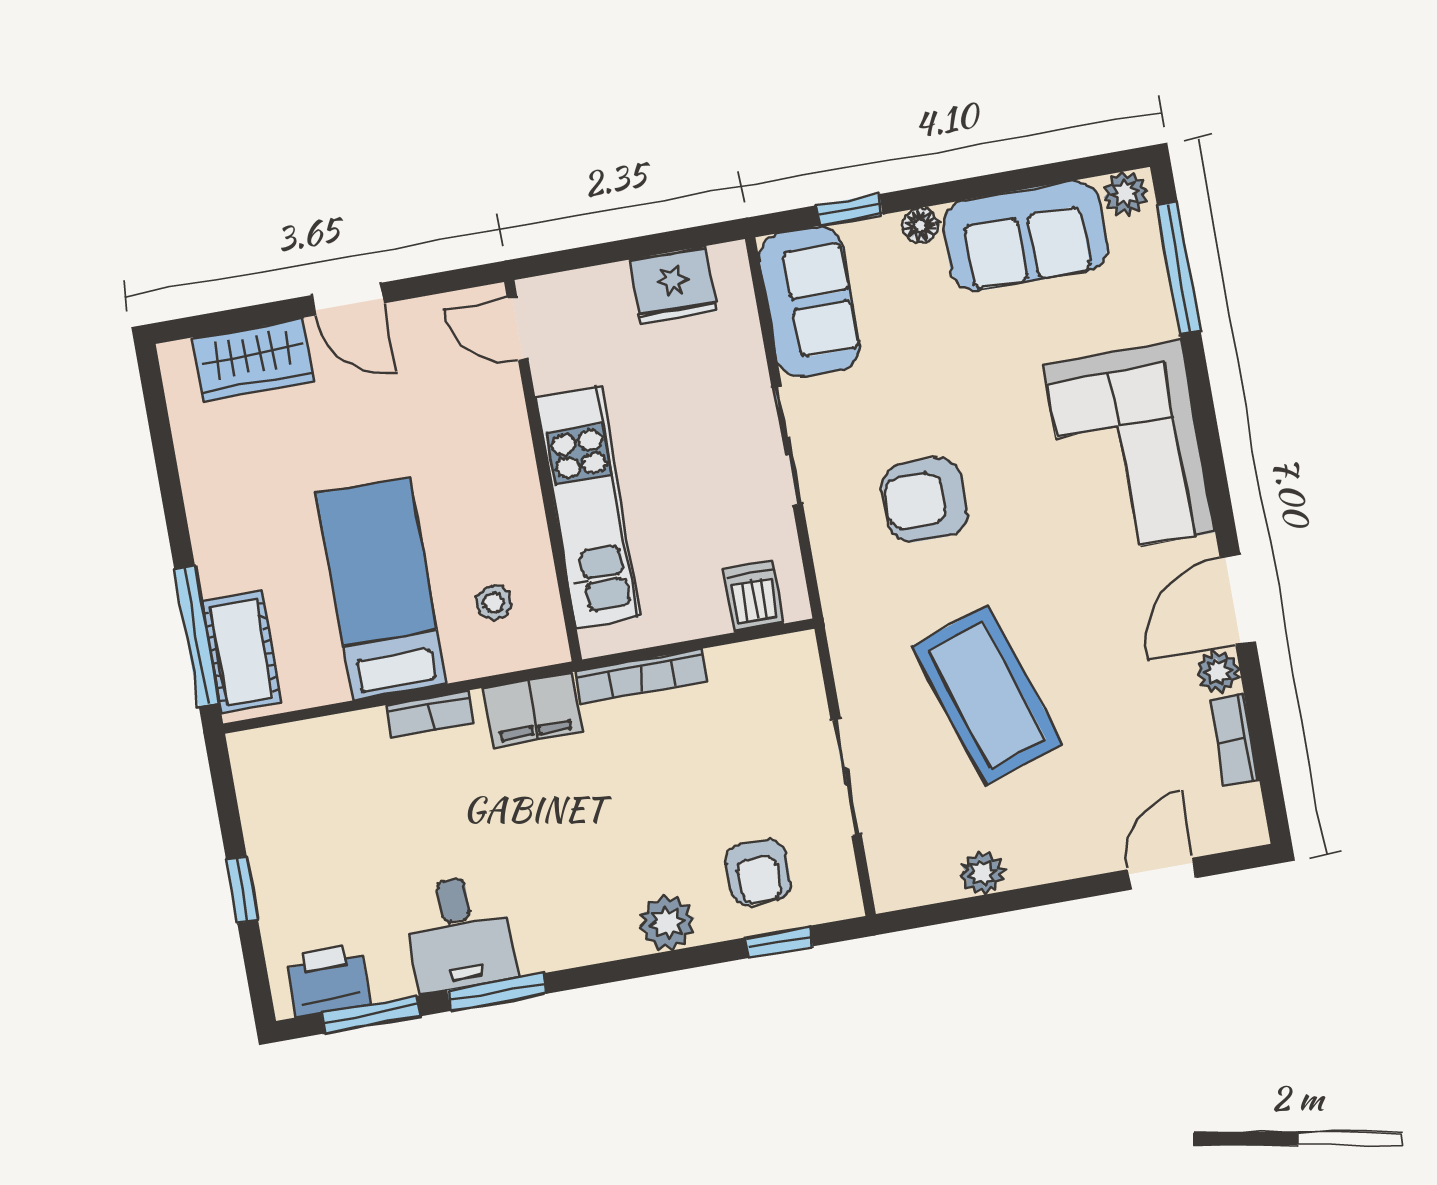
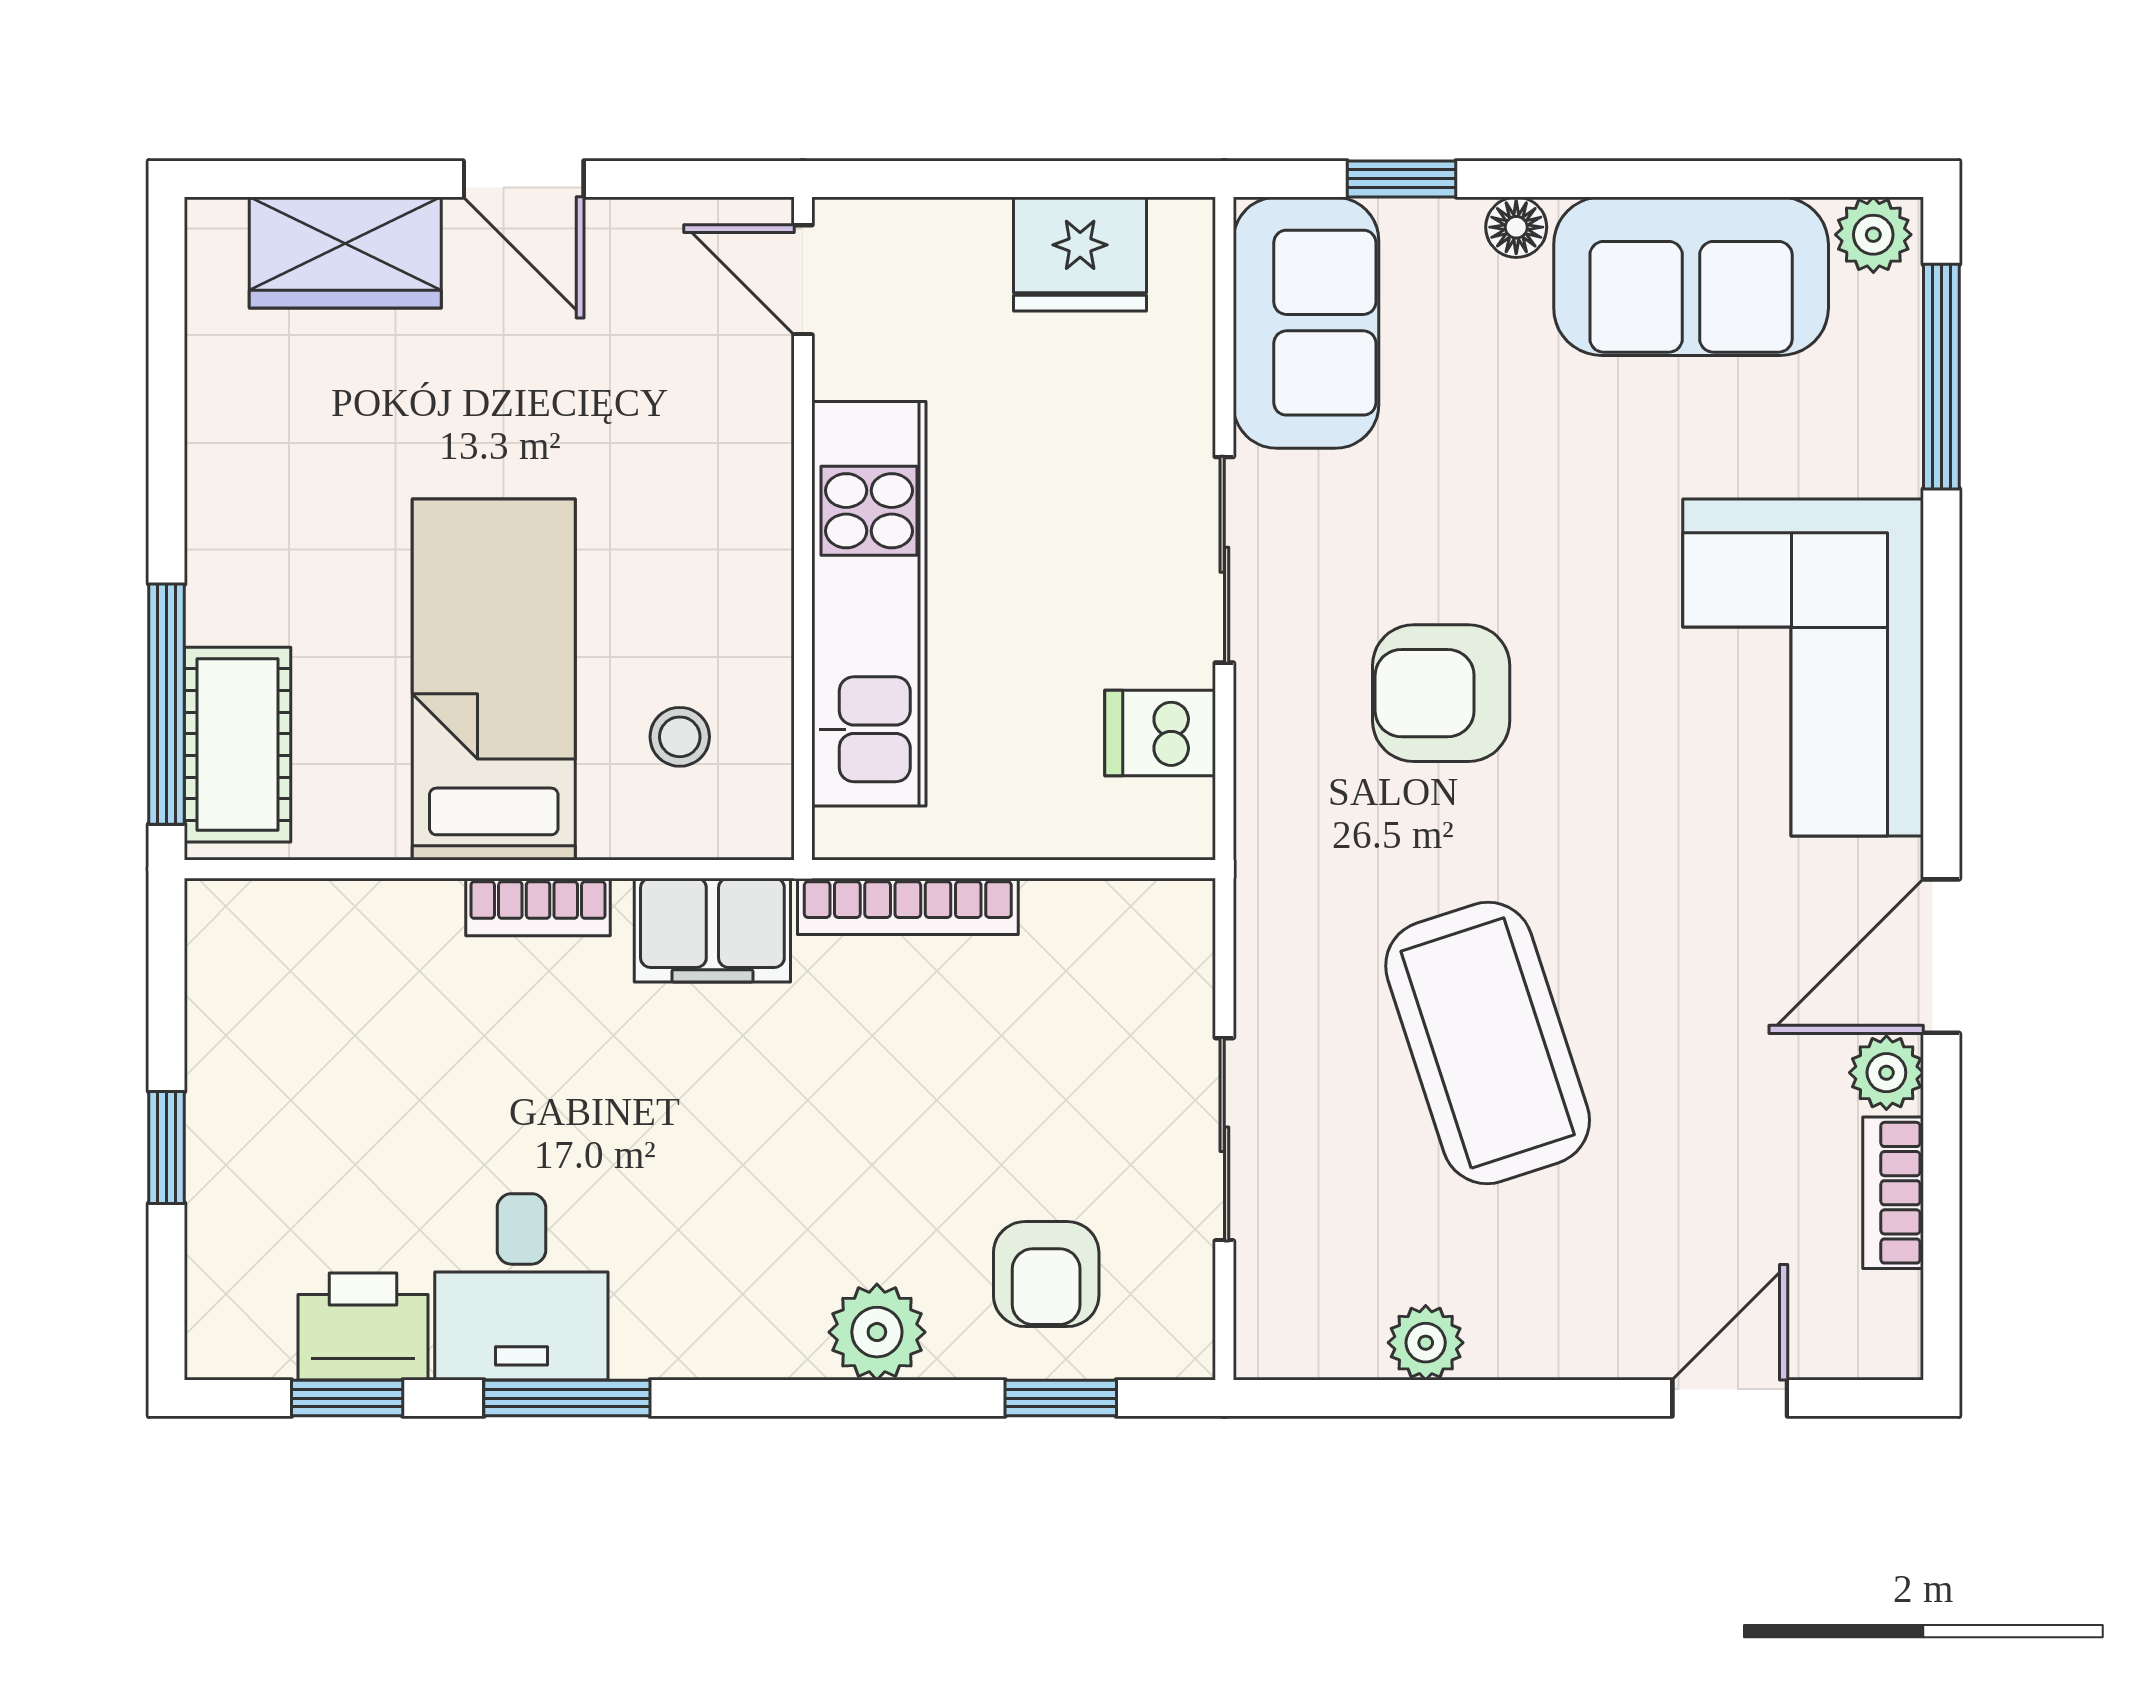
dishwasher: (754, 596) -> (1160, 733), moved, turned -90
printer: (328, 980) -> (363, 1326), moved
window: (371, 1015) -> (347, 1398), width x0.67

